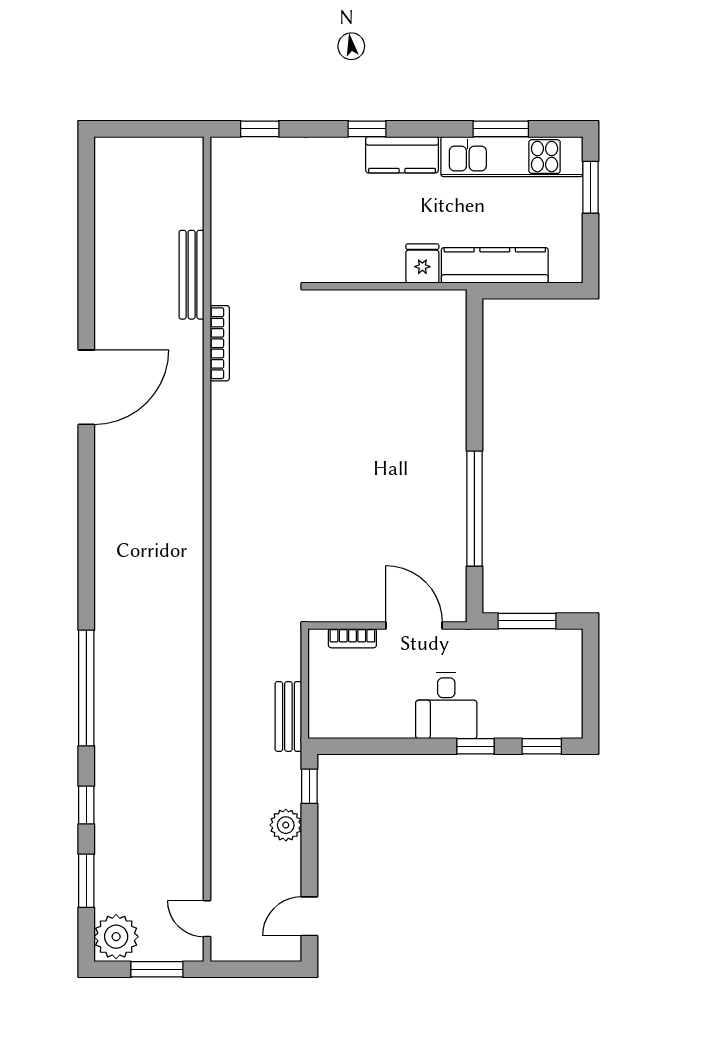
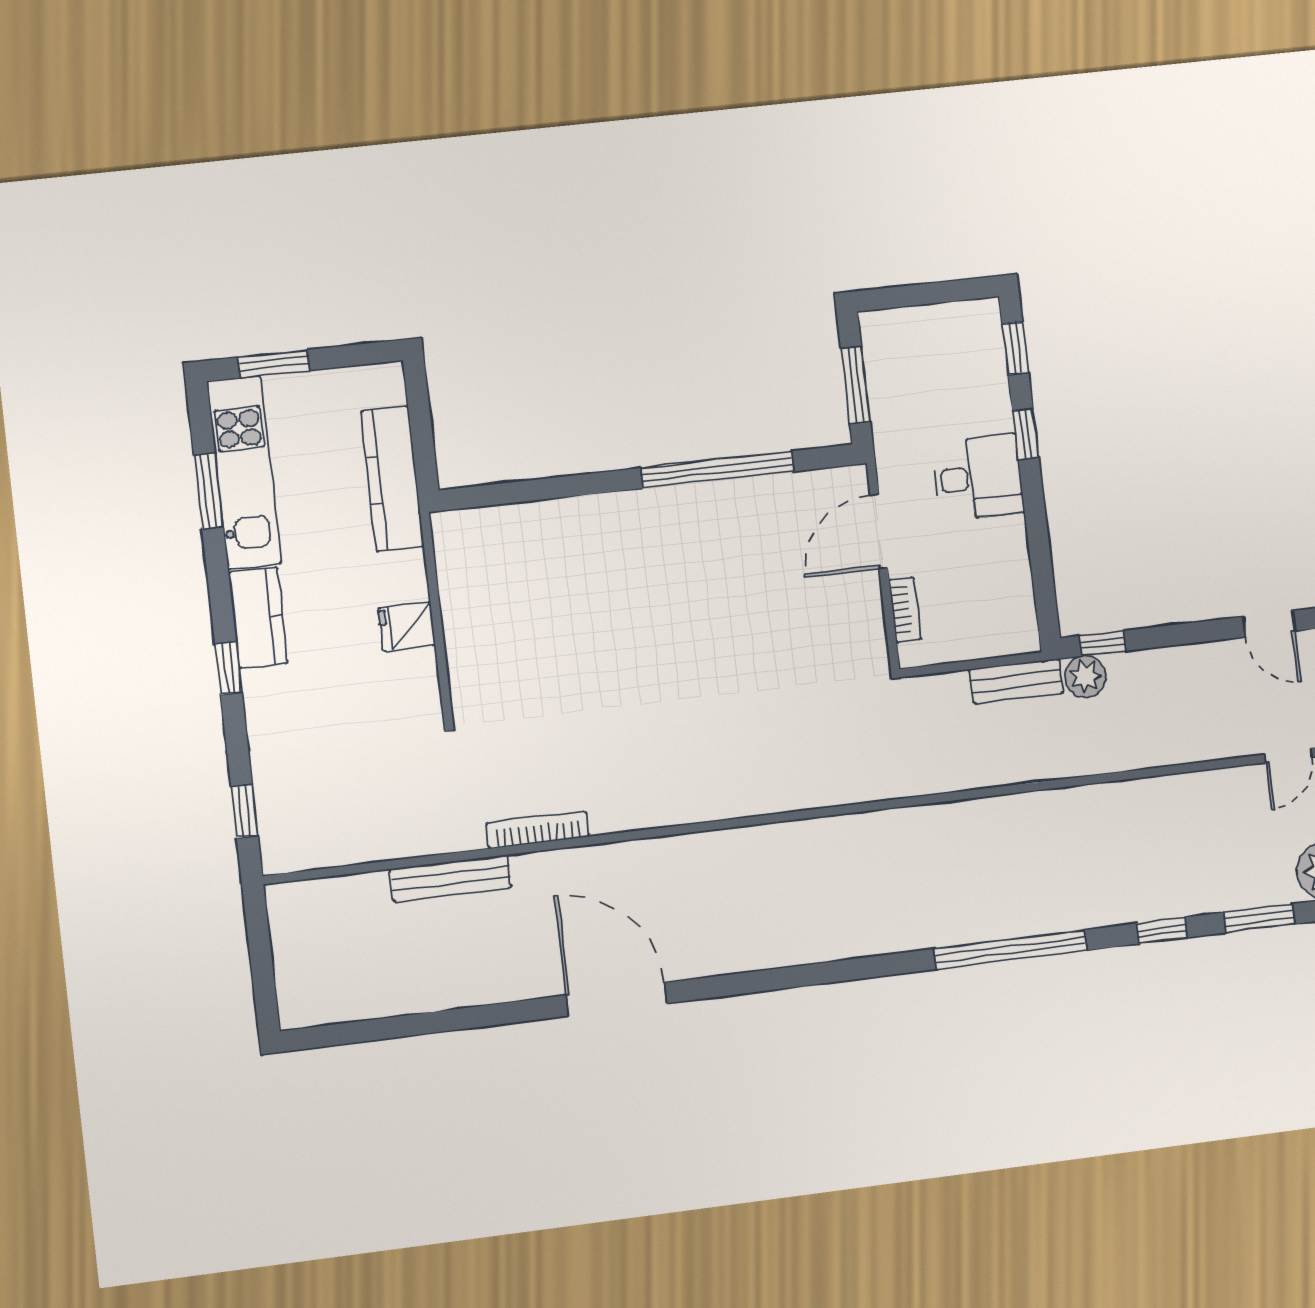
fridge: (422, 264) -> (407, 627), moved
plant: (286, 825) -> (1085, 676), moved

